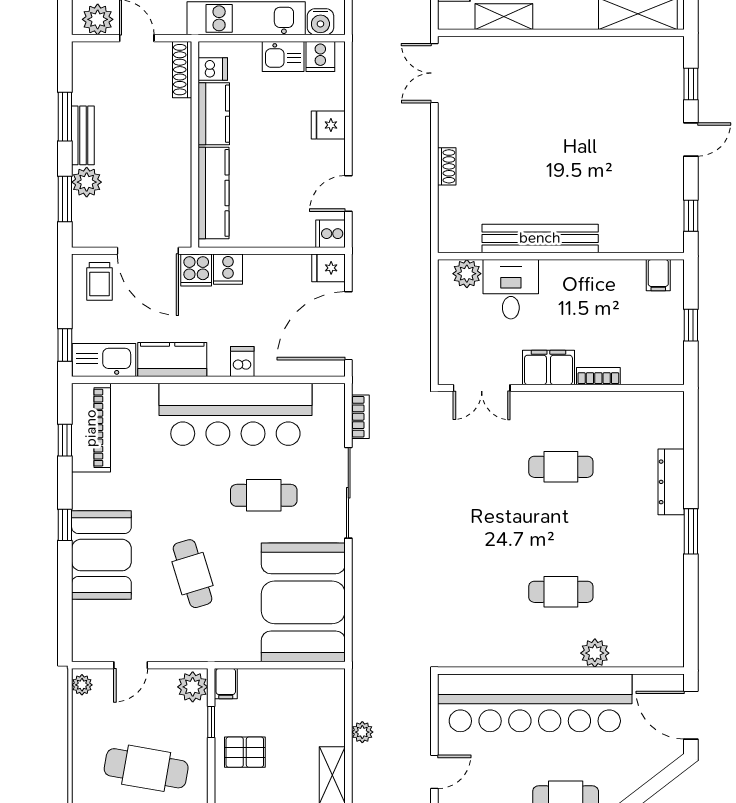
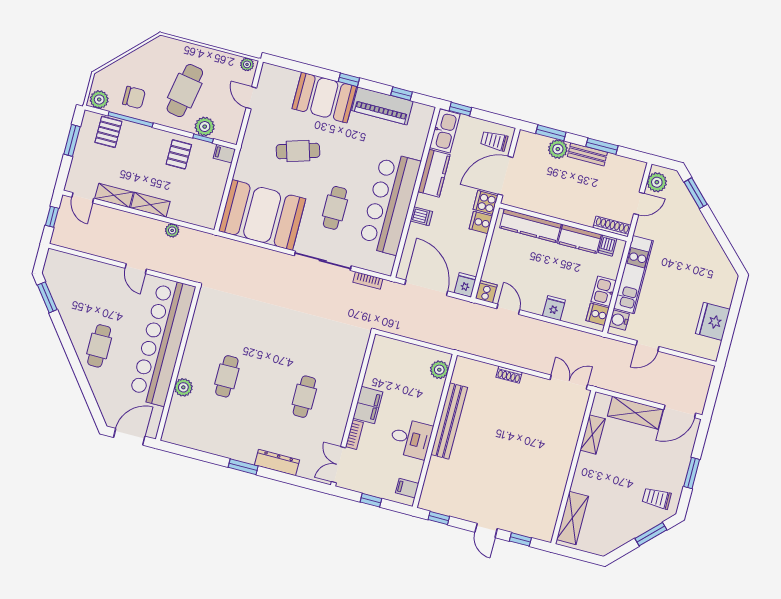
desk: (511, 289) -> (411, 439), moved
double door: (482, 388) -> (339, 465), moved
piano: (91, 428) -> (382, 106), moved
plant: (193, 687) -> (205, 127), moved

